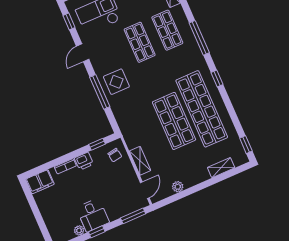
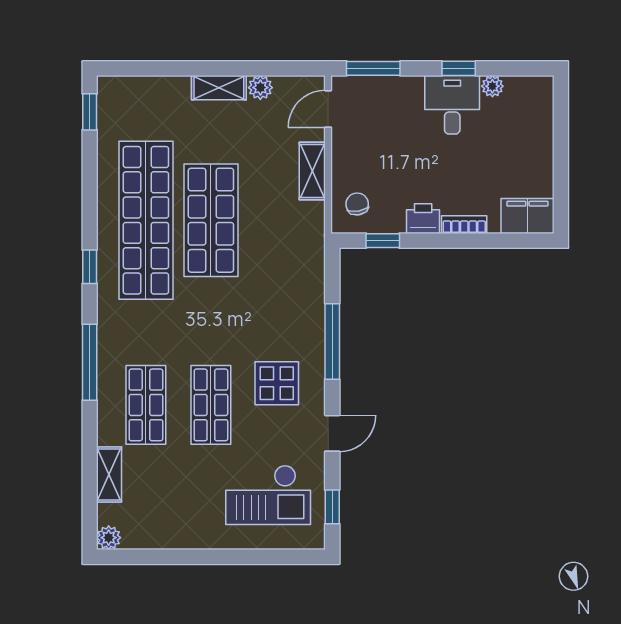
display table: (116, 82) -> (277, 383), moved
shelving: (221, 168) -> (219, 88), moved

